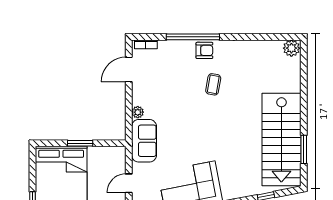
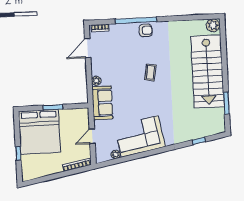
coffee table: (213, 84) -> (150, 72), moved
stairs: (281, 139) -> (207, 71), moved

